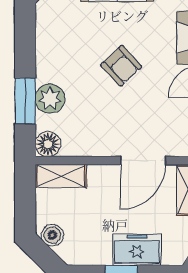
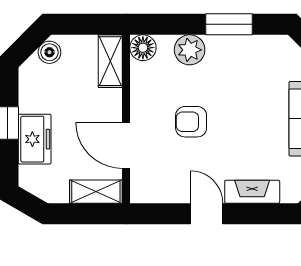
armchair: (121, 66) -> (191, 122), moved, turned 43
window: (25, 101) -> (229, 24), moved

